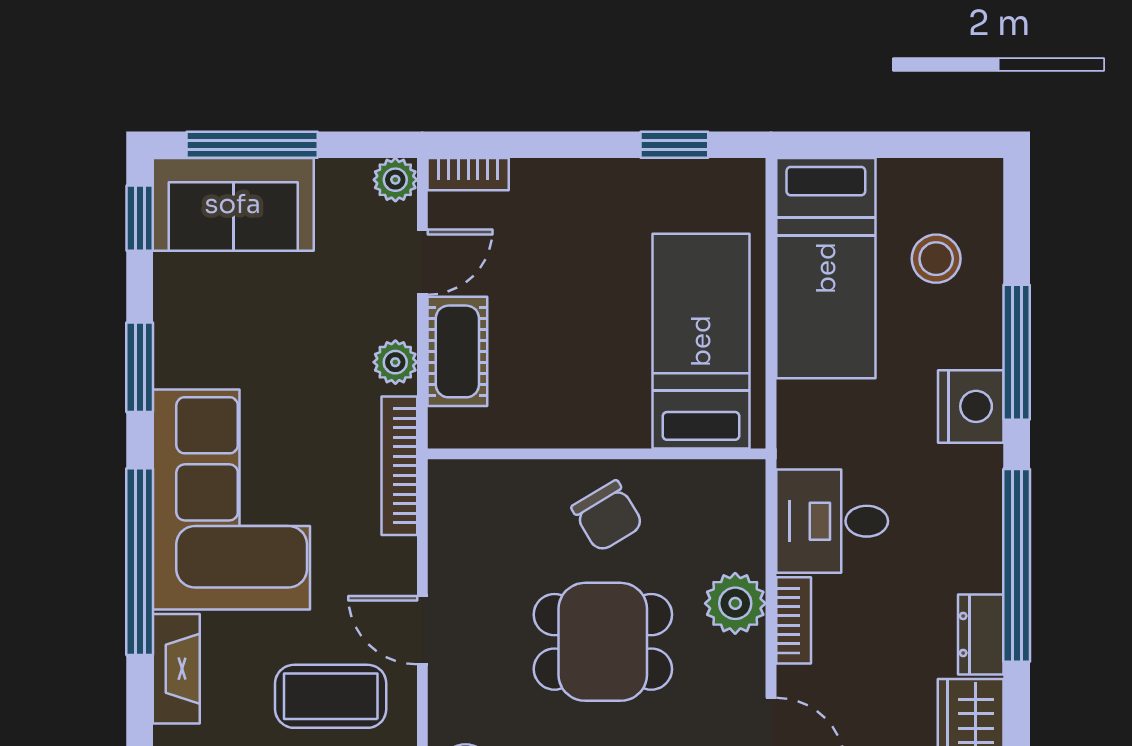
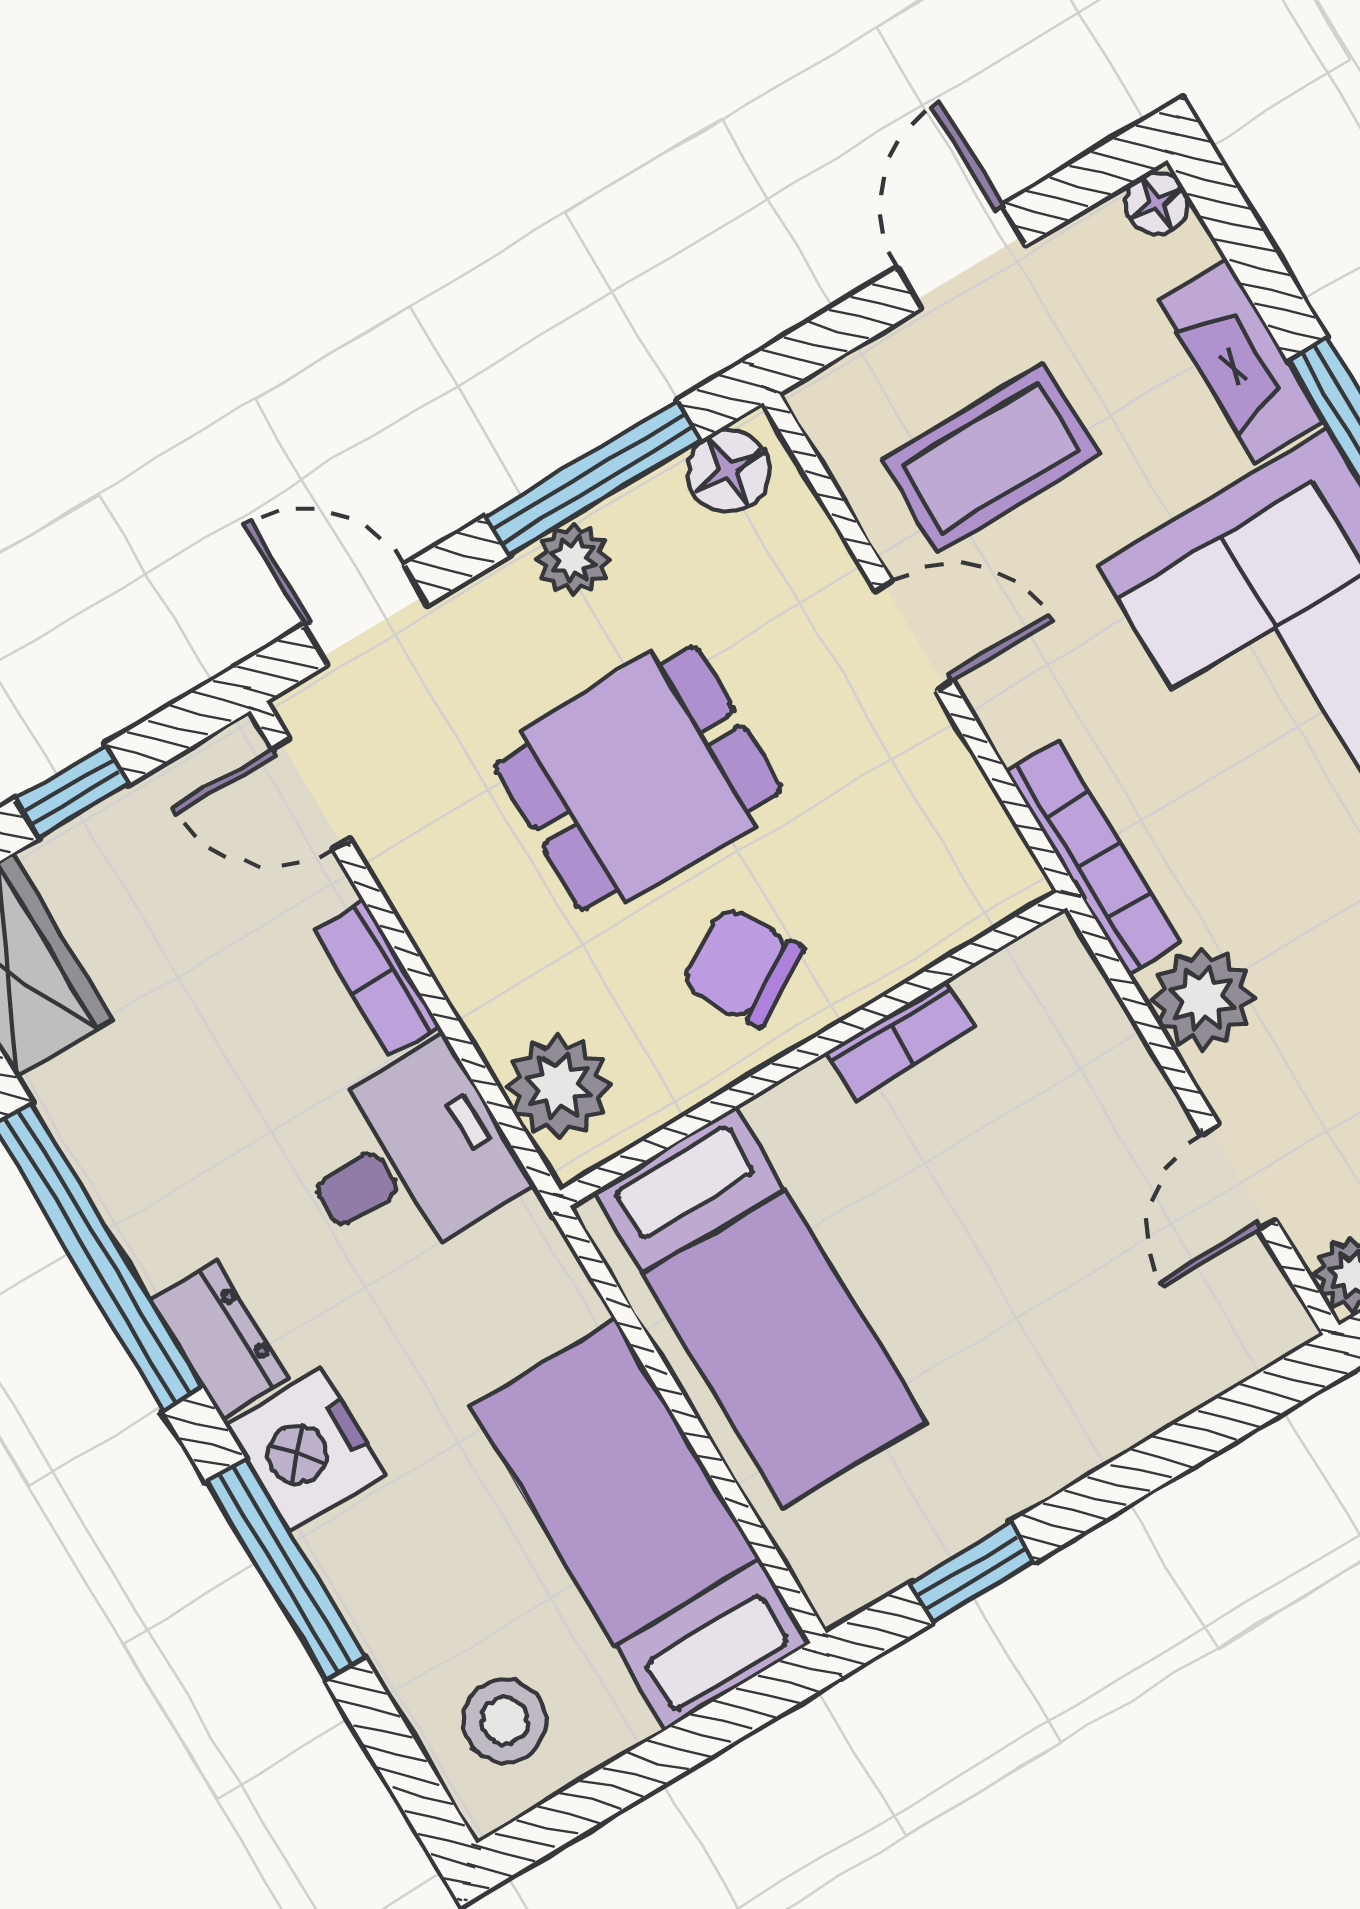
bookcase: (468, 174) -> (900, 1040), moved, turned 180
stool: (936, 259) -> (505, 1721), moved
cot: (457, 351) -> (1109, 1077), removed
plant: (395, 362) -> (1203, 999), width x1.38, depth x1.38
plant: (735, 603) -> (558, 1086), moved
dresser: (981, 634) -> (219, 1339), moved

